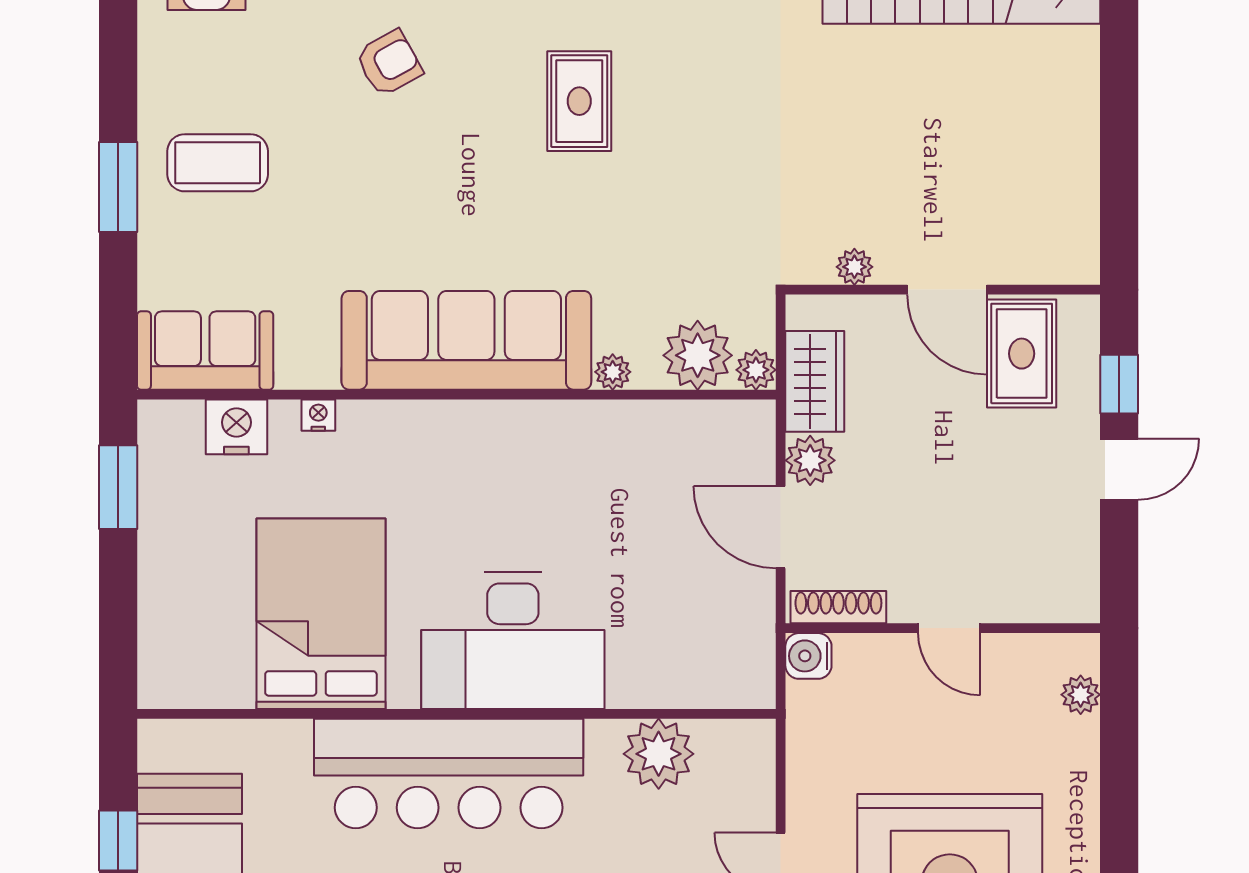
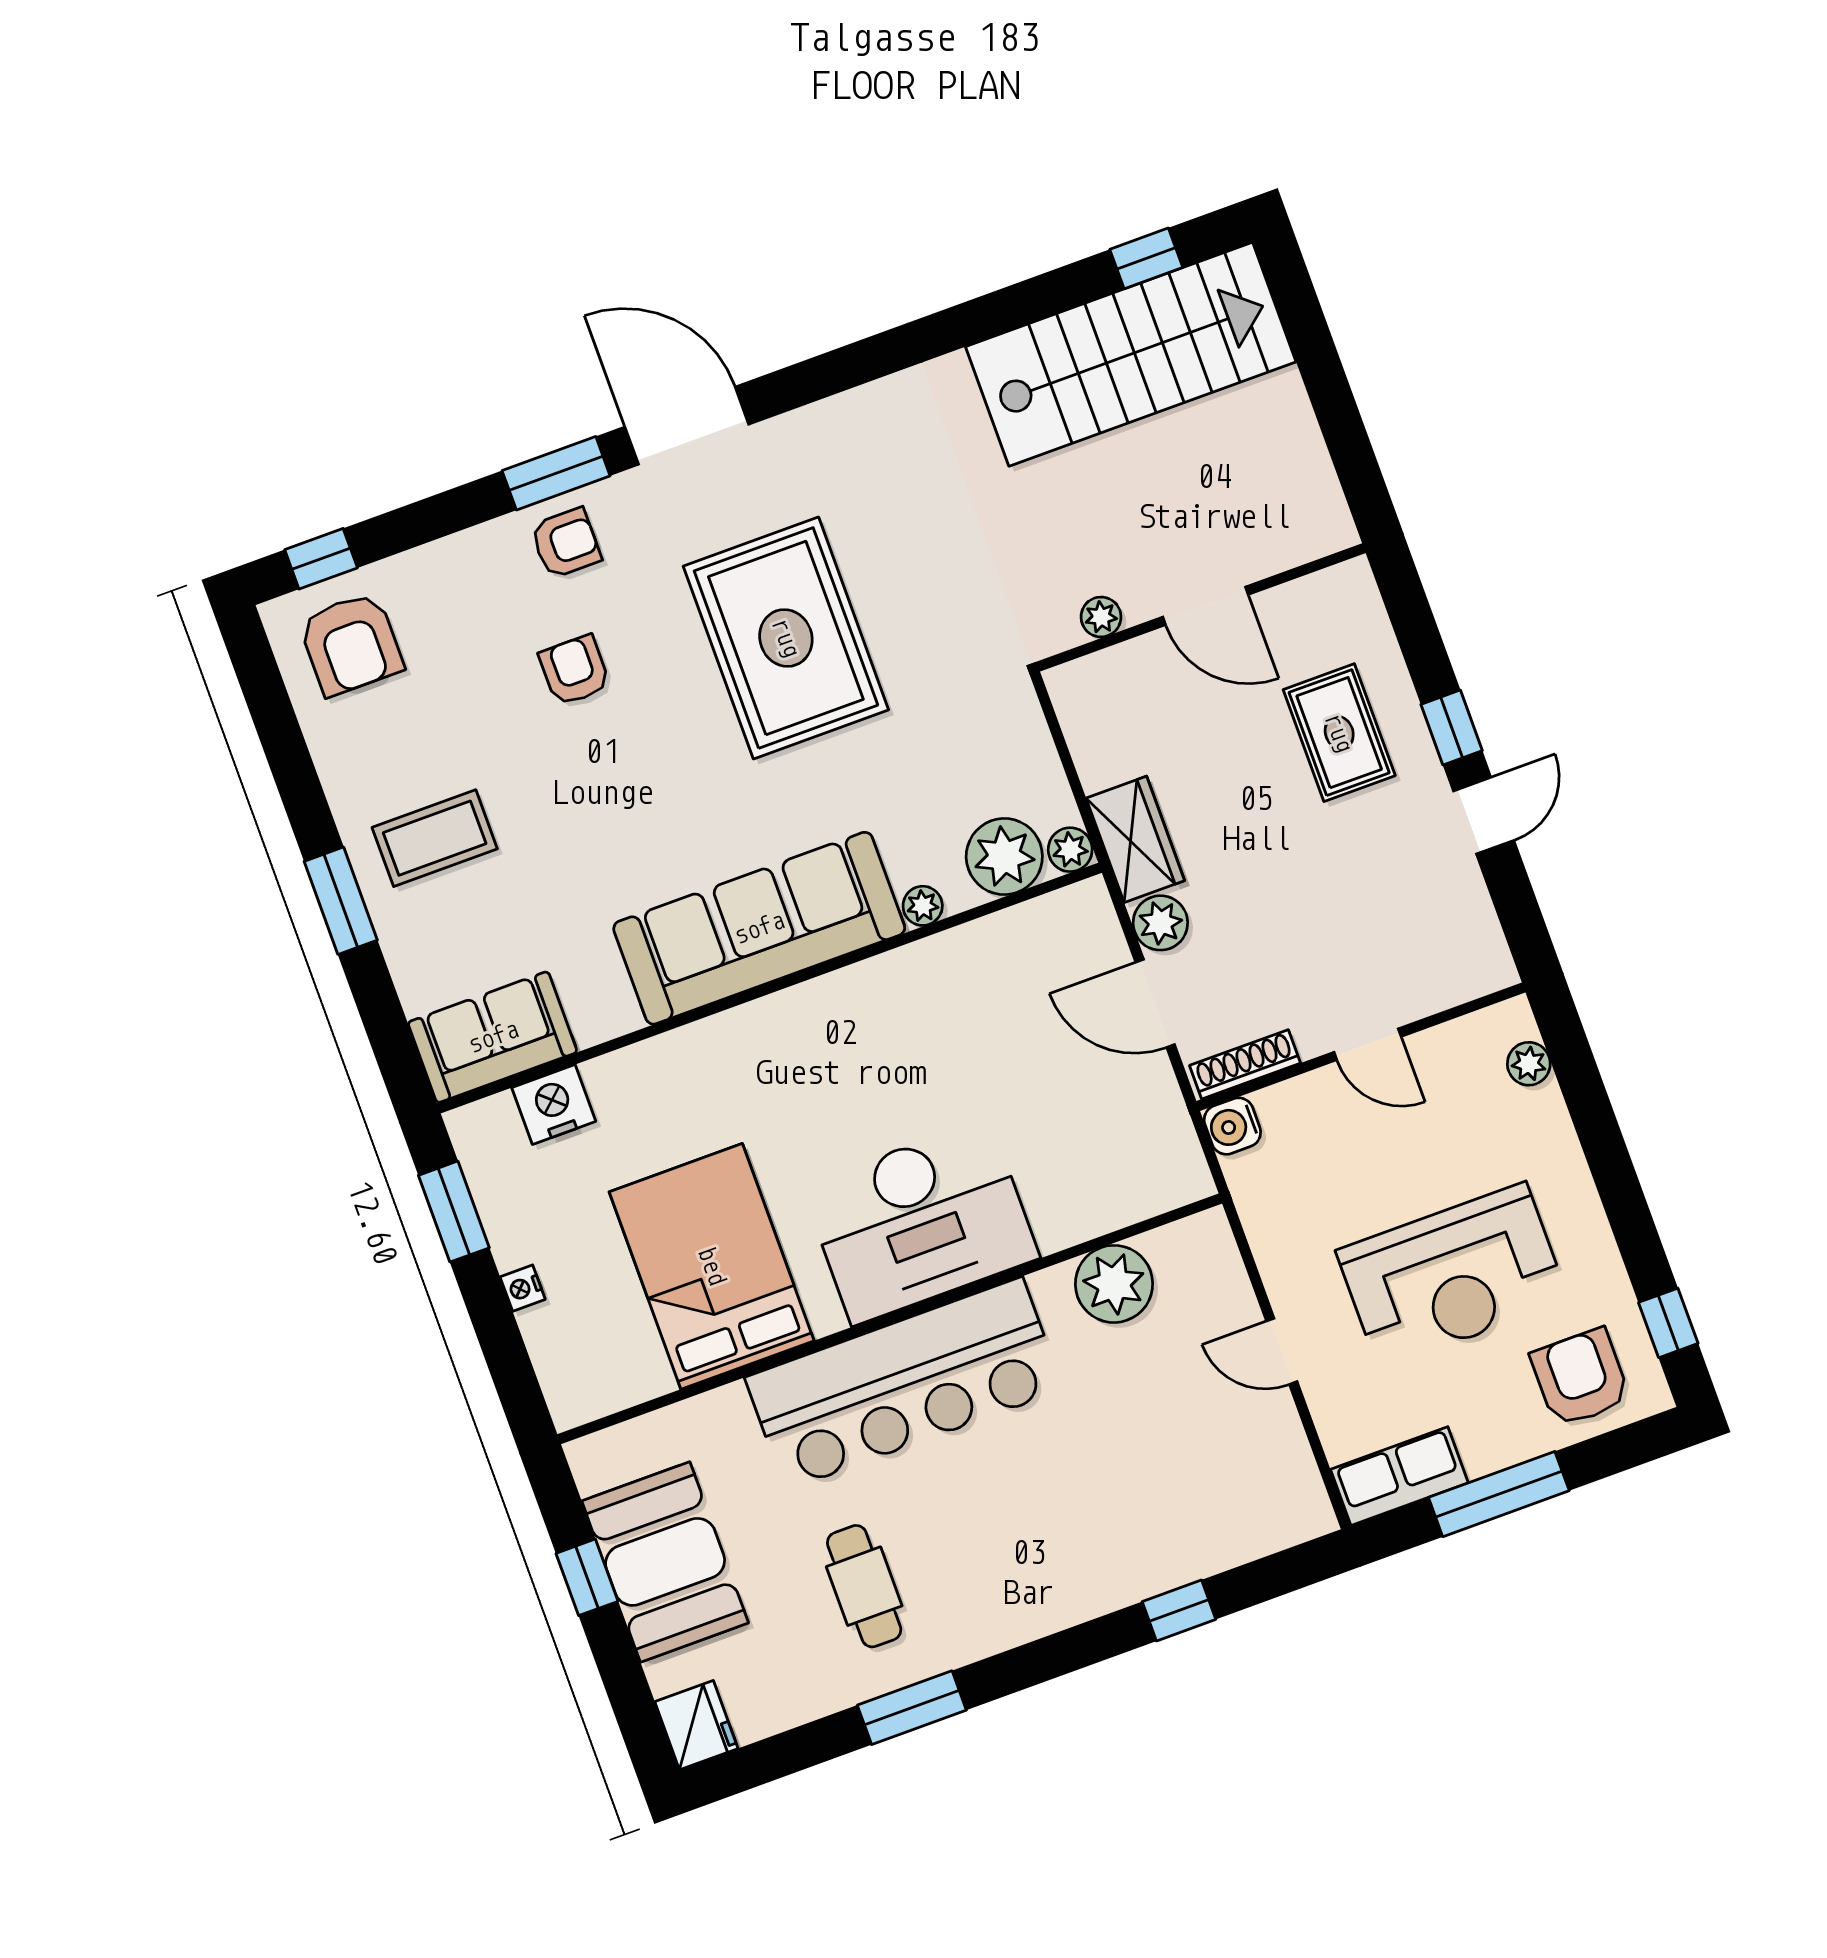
armchair: (389, 63) -> (575, 670), turned -61
rug: (579, 101) -> (786, 638), width x1.86, depth x2.06
plant: (854, 267) -> (1101, 617), moved
wall: (943, 290) -> (1201, 607), moved
door: (947, 290) -> (1205, 606), moved
nightstand: (318, 415) -> (523, 1288), moved, turned -90

